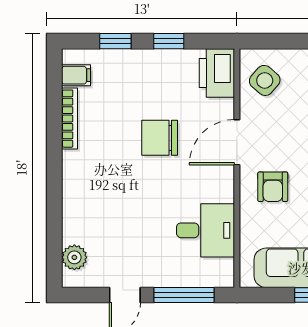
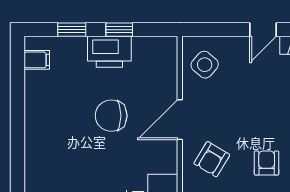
printer: (217, 73) -> (109, 52), moved, turned -90
bookcase: (70, 119) -> (31, 98), removed
armchair: (273, 187) -> (212, 159), turned 31

